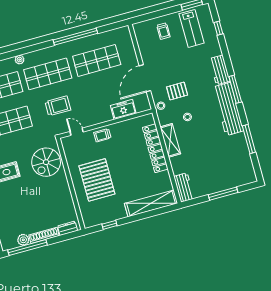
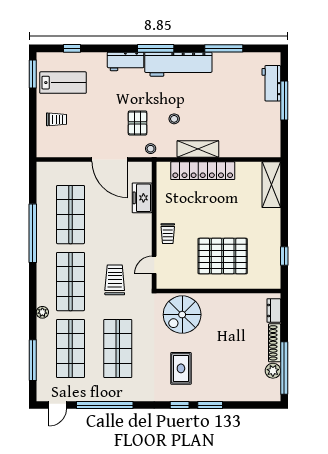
spiral stairs: (46, 162) -> (182, 315), turned 90
workbench: (184, 188) -> (271, 83), moved, turned -90
shelving: (151, 203) -> (271, 185), width x0.68

